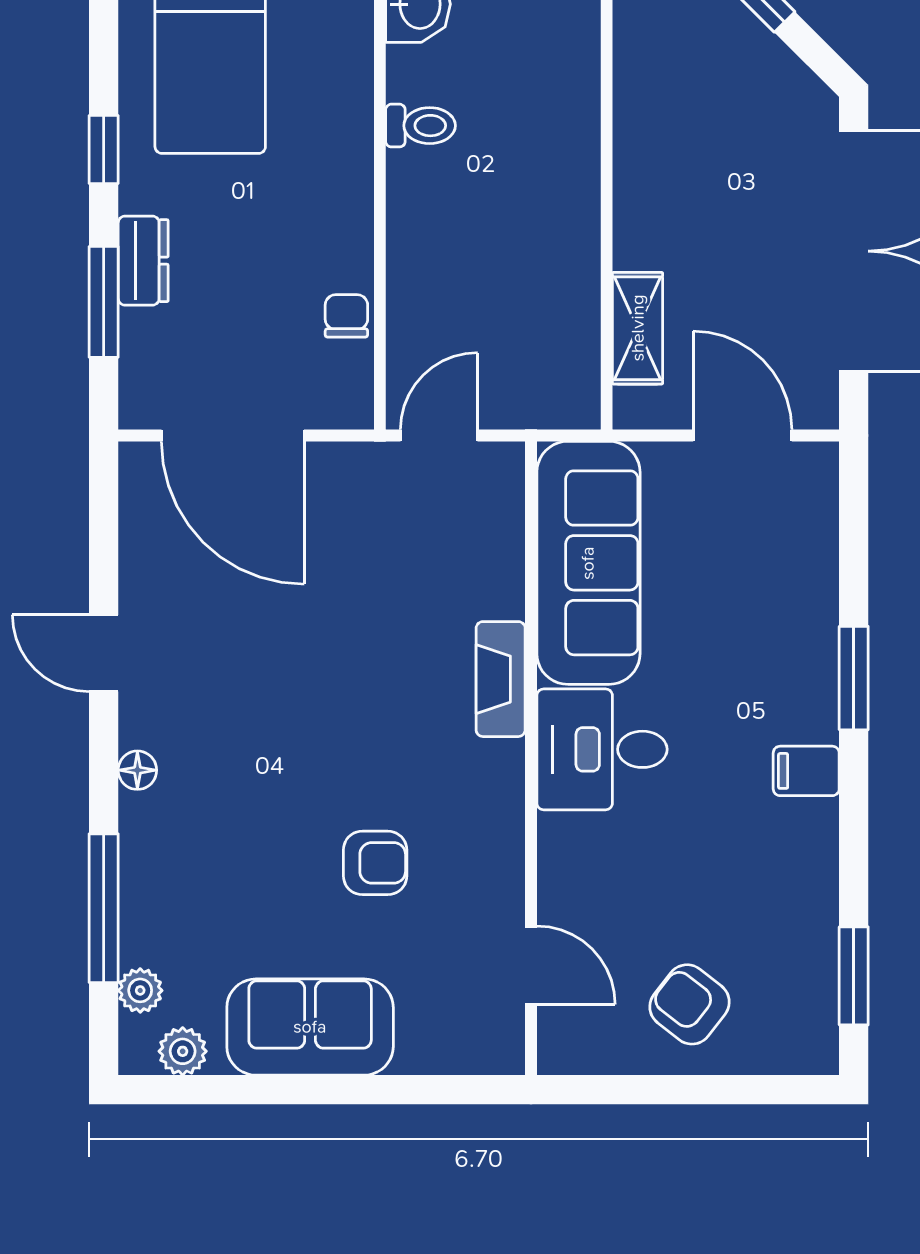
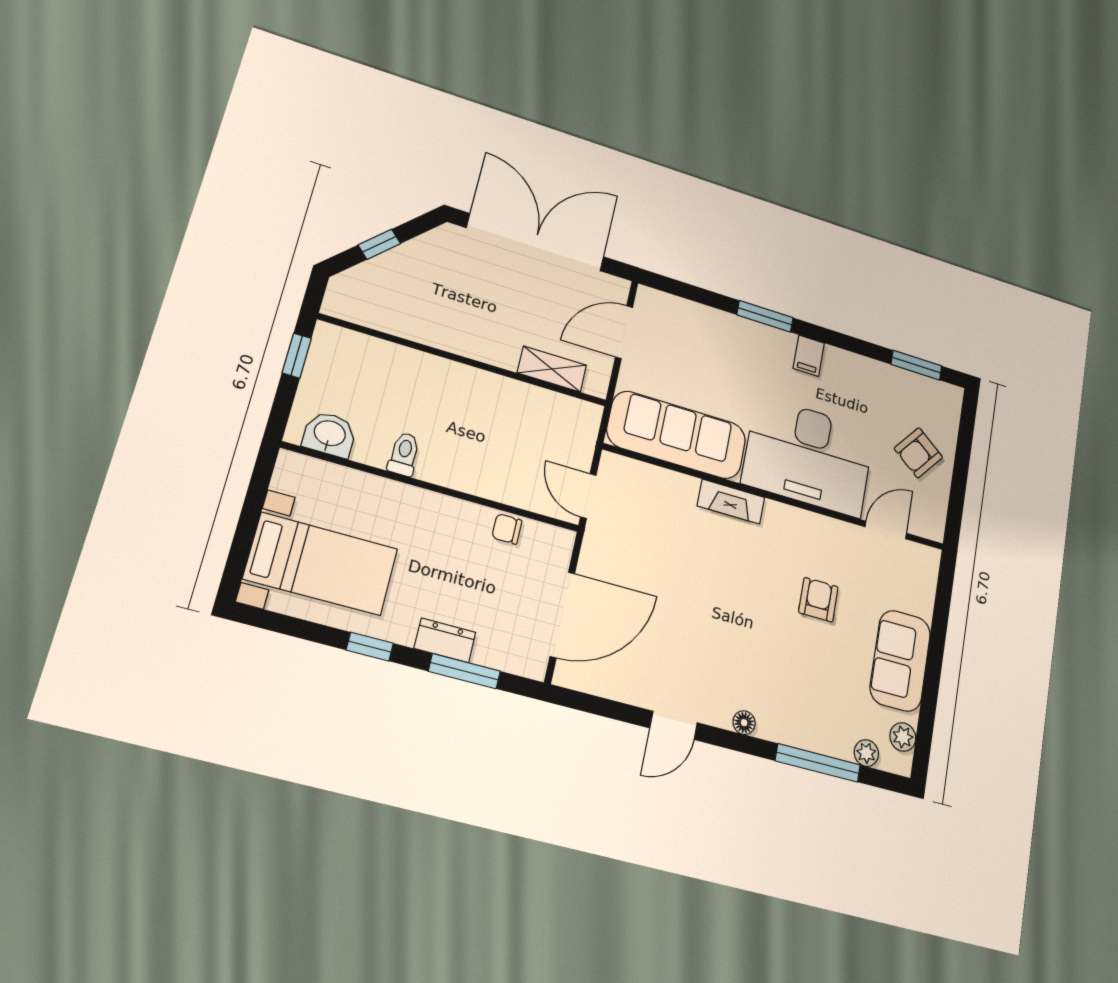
desk: (602, 749) -> (808, 456), width x1.87, depth x1.30

